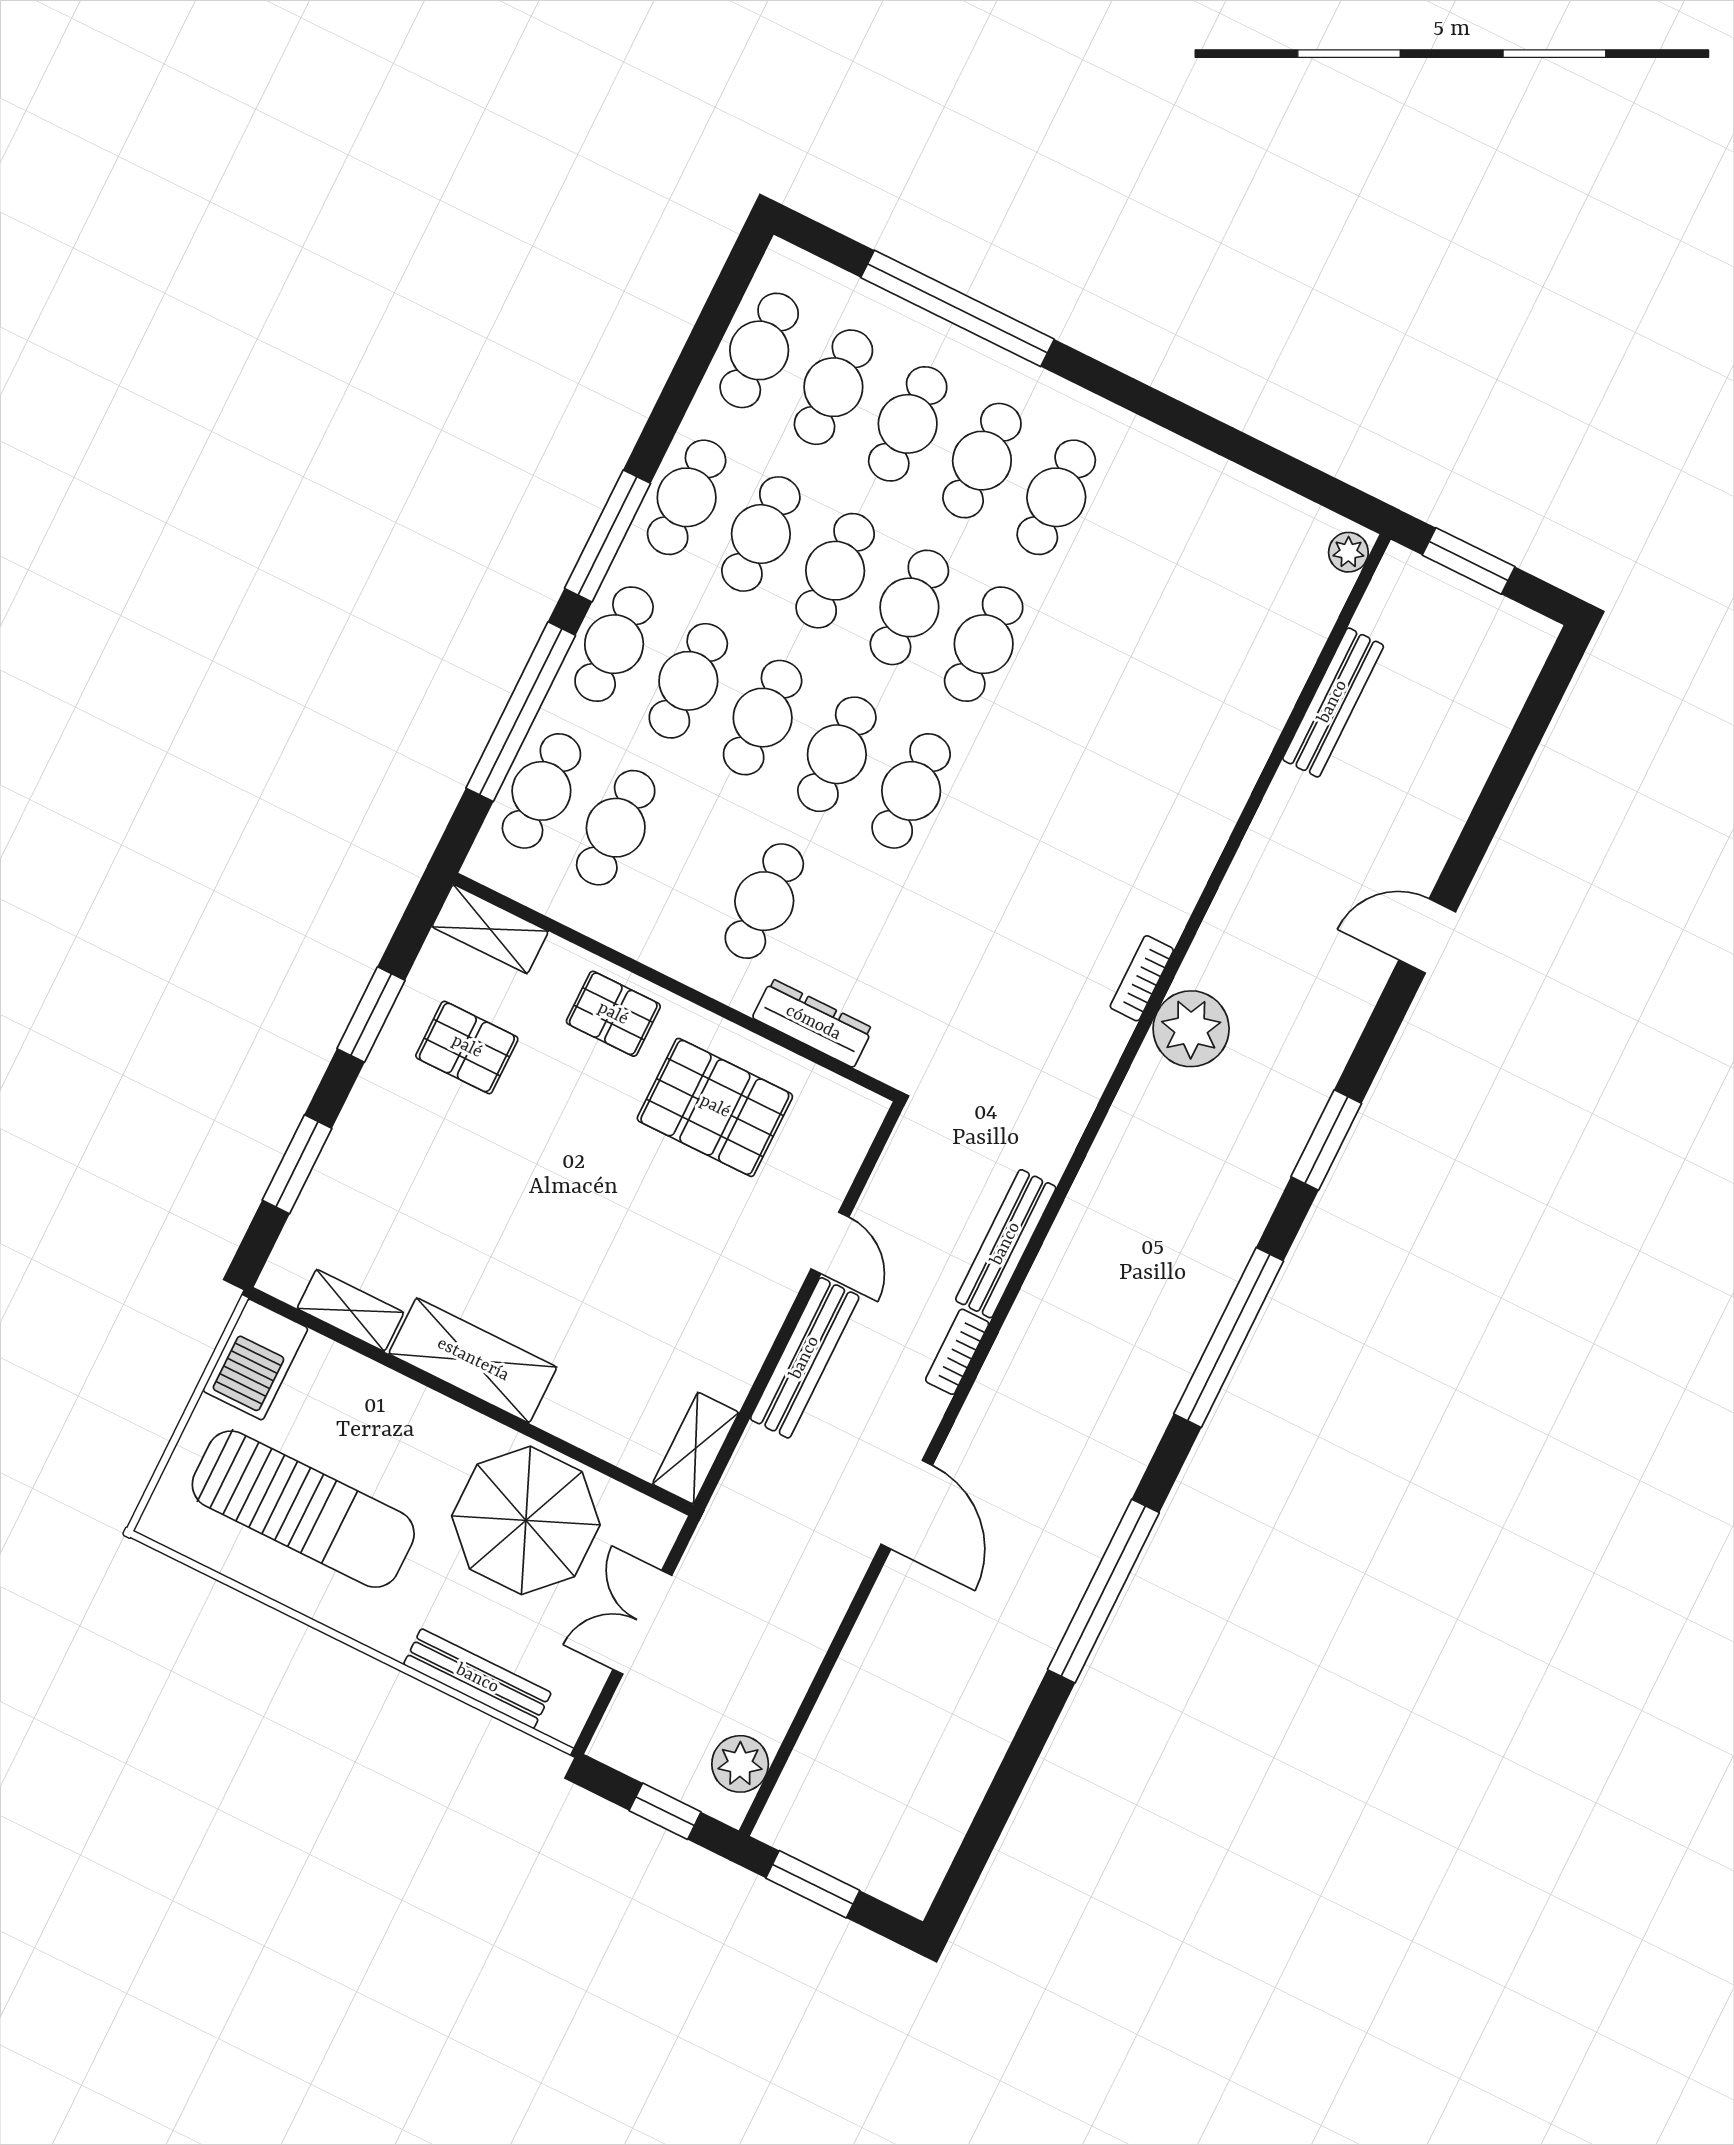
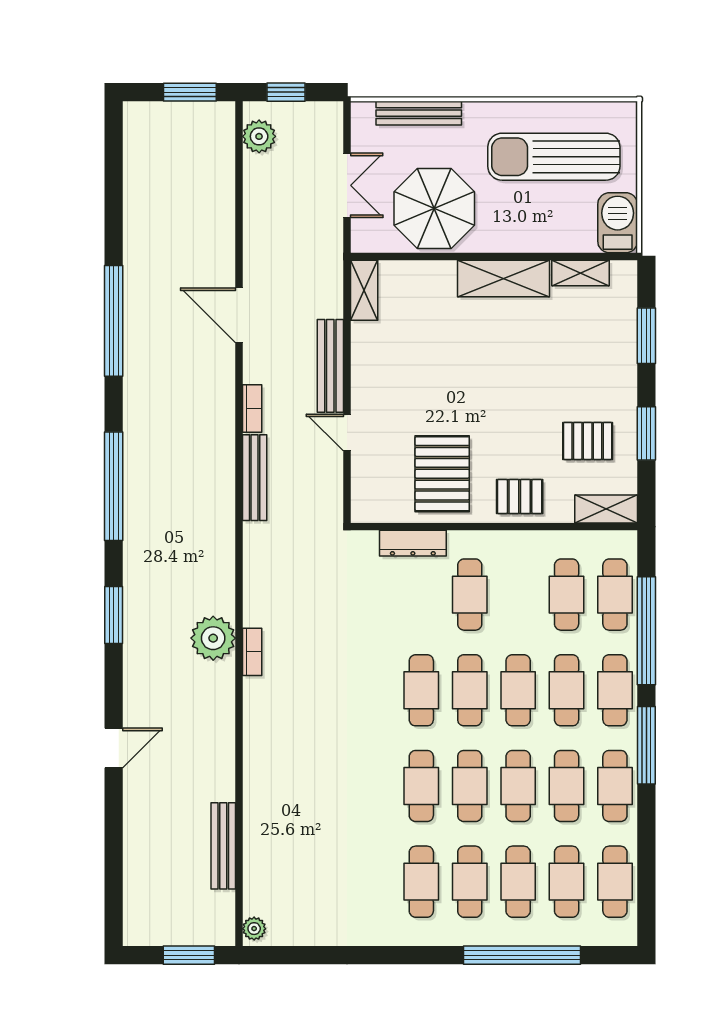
pallet: (715, 1107) -> (442, 474), turned 90

